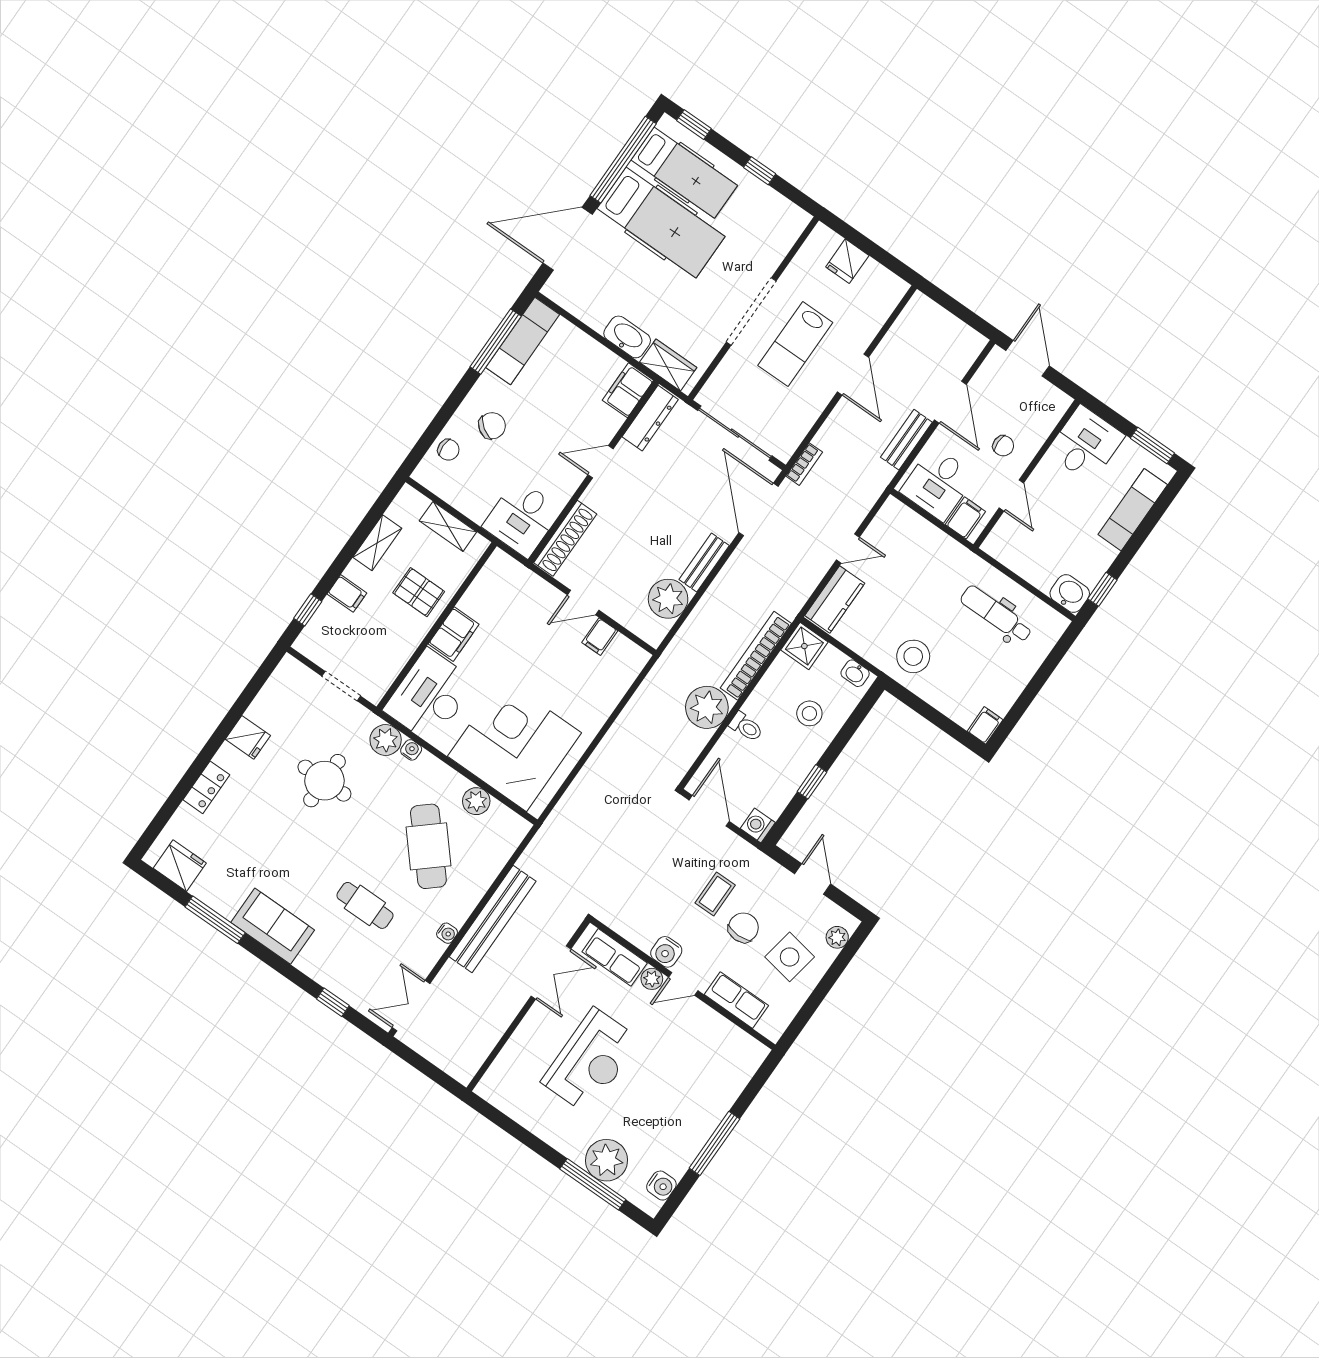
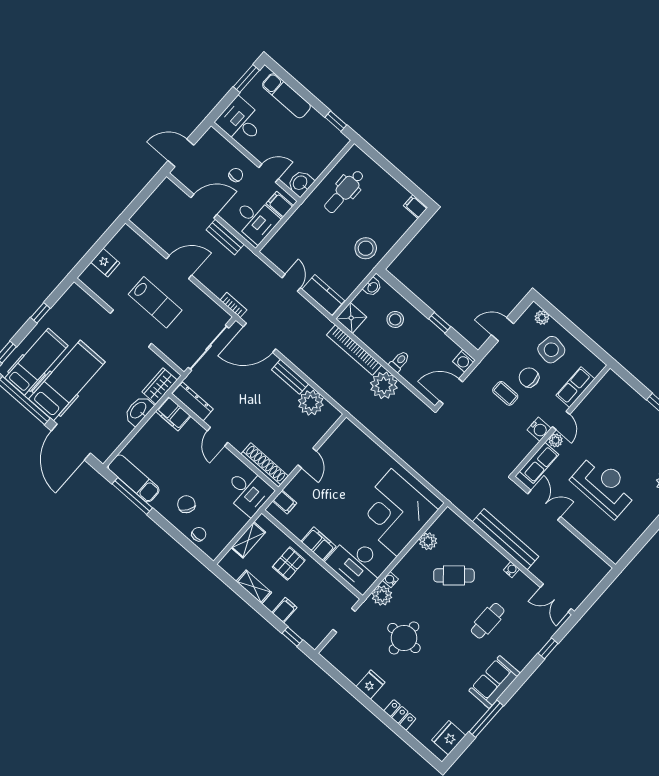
washbasin: (1070, 594) -> (300, 183), moved
filing cabinet: (600, 637) -> (285, 502), moved
cafe table: (428, 846) -> (454, 575), width x0.73, depth x0.74

